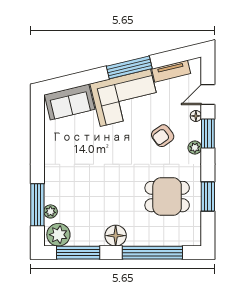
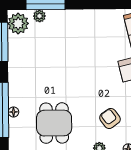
floor lamp: (116, 236) -> (14, 112), moved, width x0.53, depth x0.53

